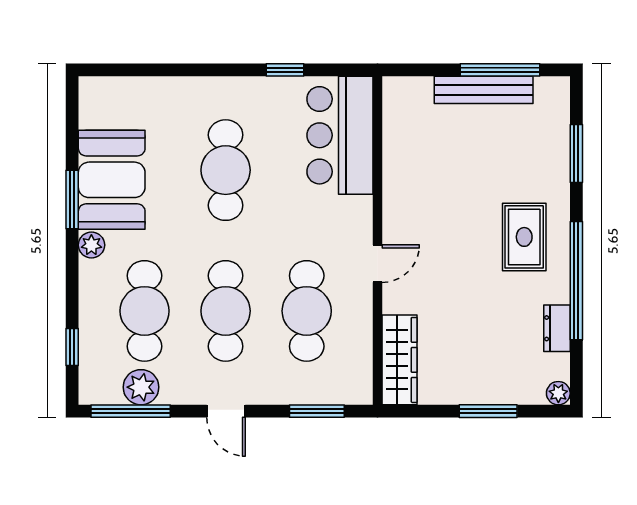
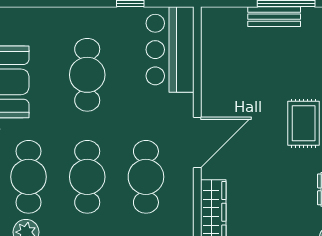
bench: (484, 90) -> (274, 17), width x0.73
door: (377, 264) -> (197, 143), width x1.87

